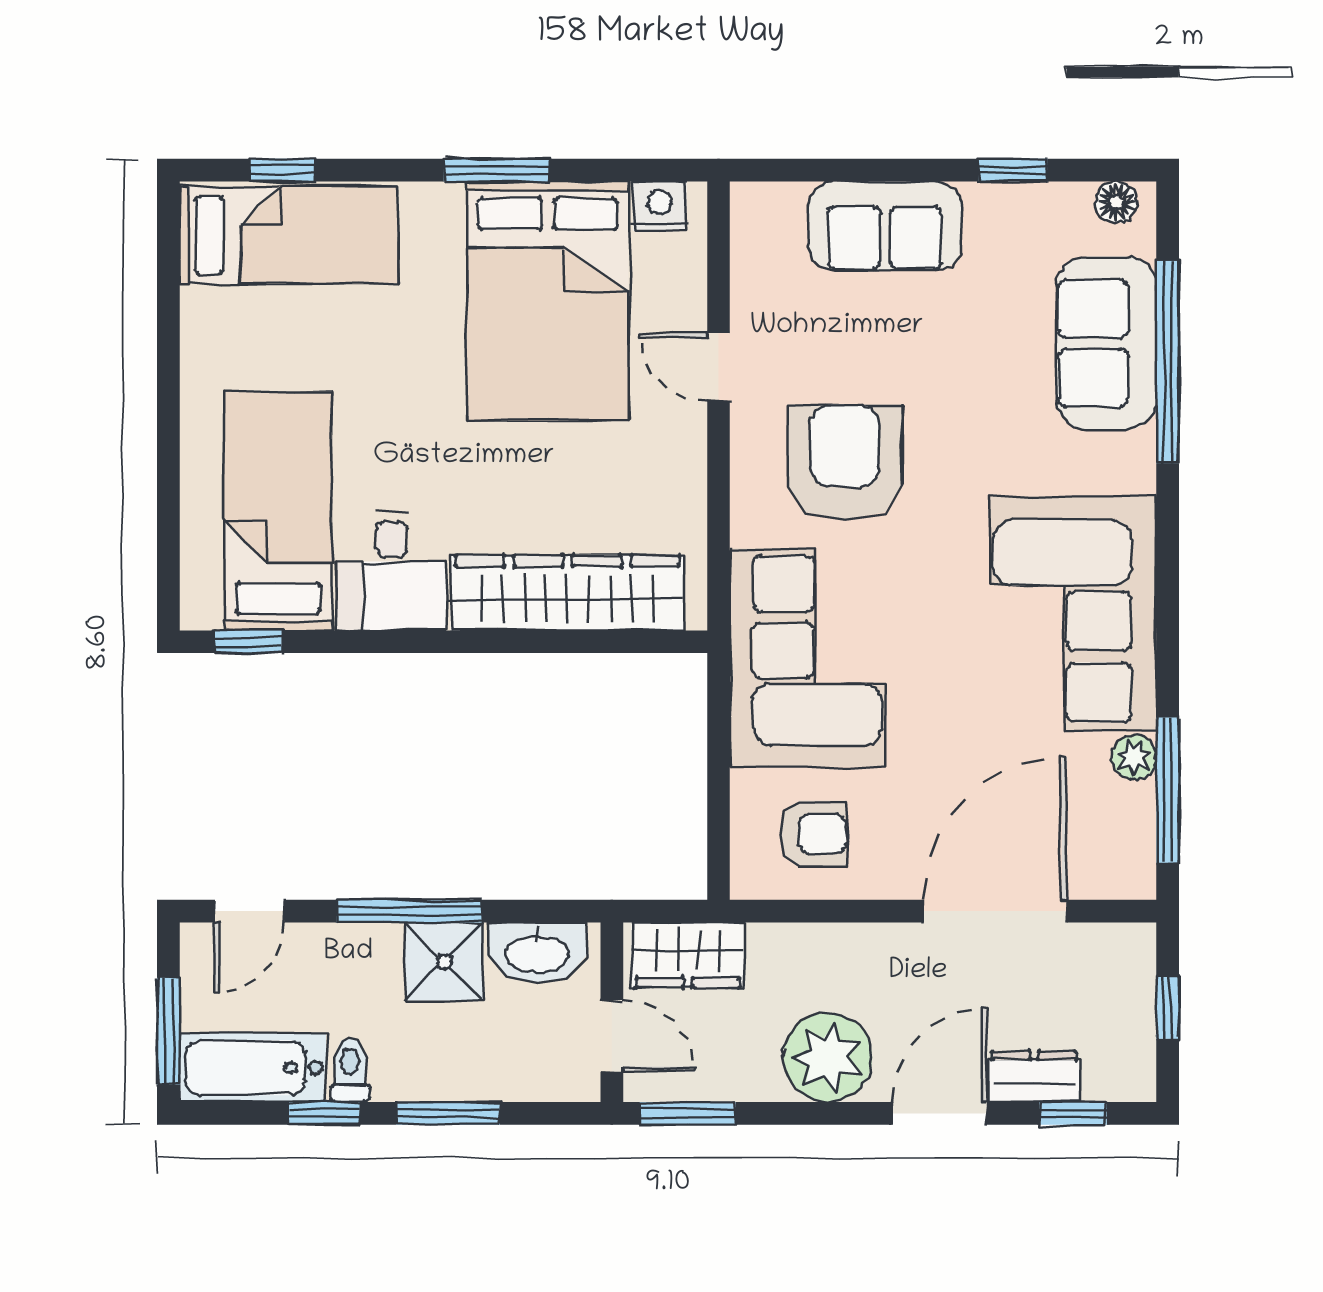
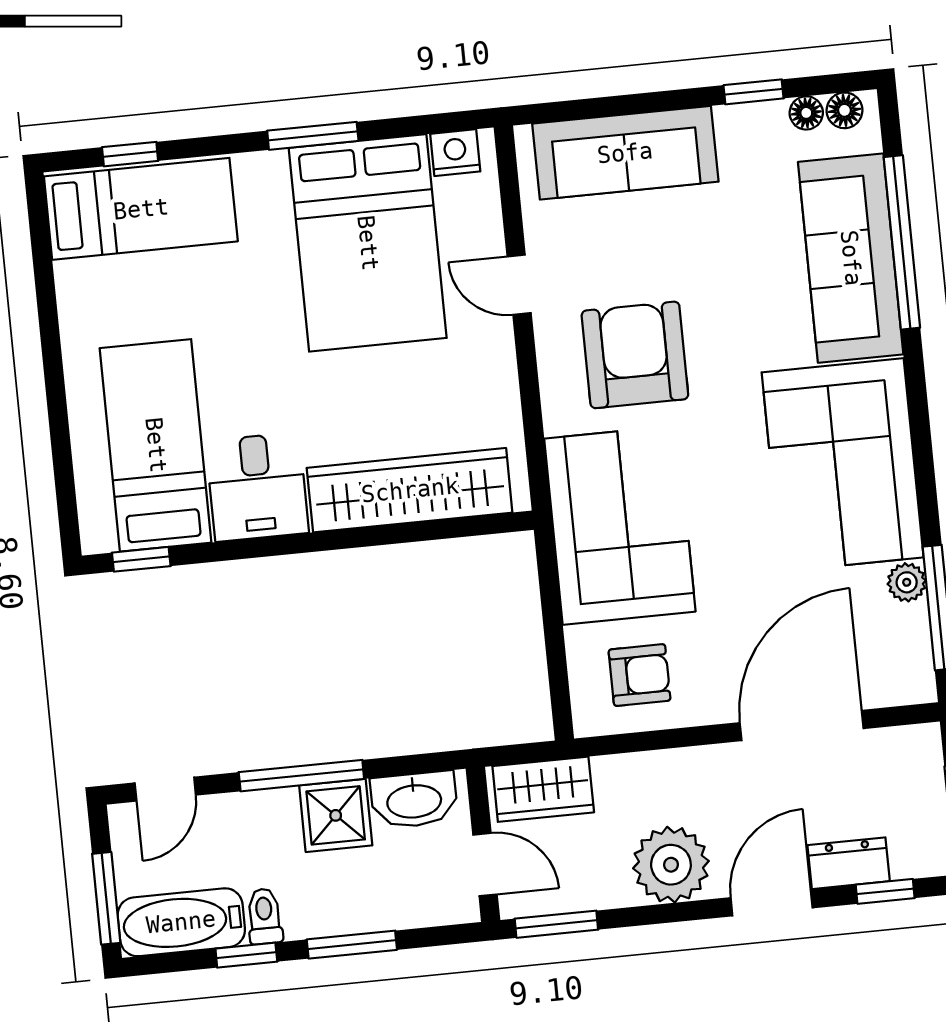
floor lamp: (1072, 201) -> (806, 113), added
sofa: (885, 226) -> (625, 153), width x1.36
sofa: (1106, 343) -> (851, 258), width x1.36

